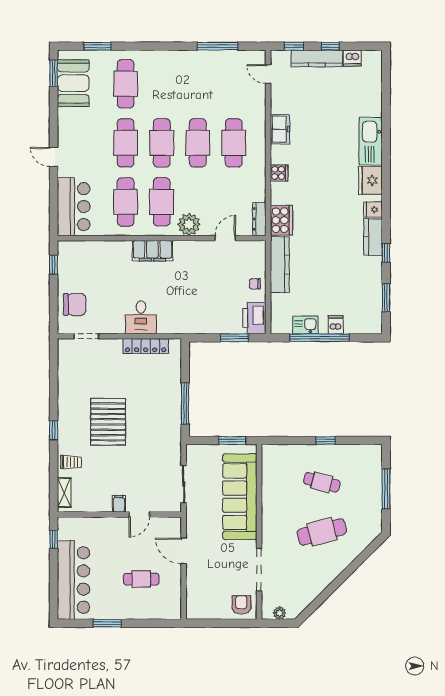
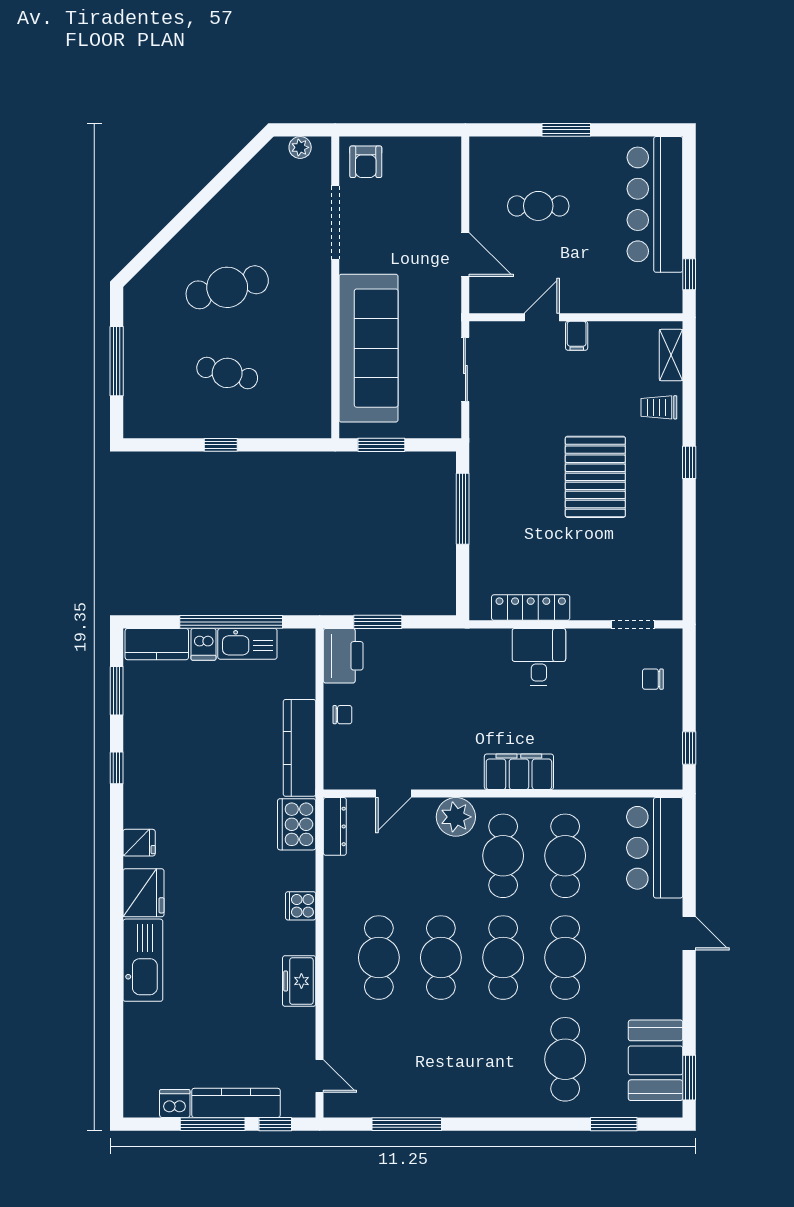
window: (330, 46) -> (213, 1124), width x2.17
kitchen counter: (373, 237) -> (157, 644), moved, turned 90
chair: (75, 304) -> (653, 679), width x0.54, depth x0.54
kitchen sink: (305, 325) -> (247, 644), width x1.38
window: (107, 623) -> (566, 130), moved

